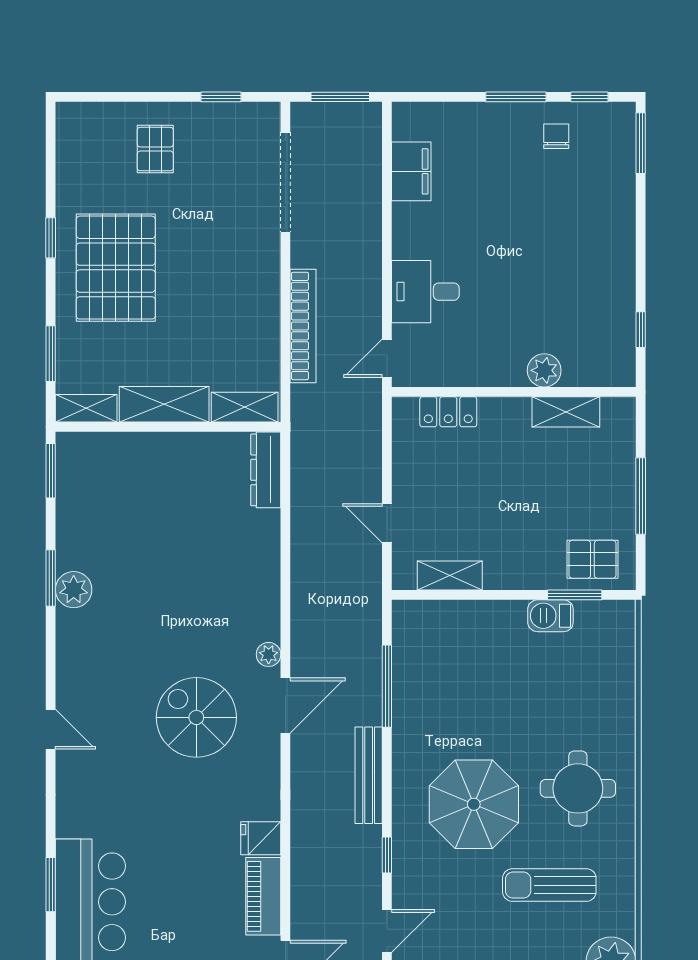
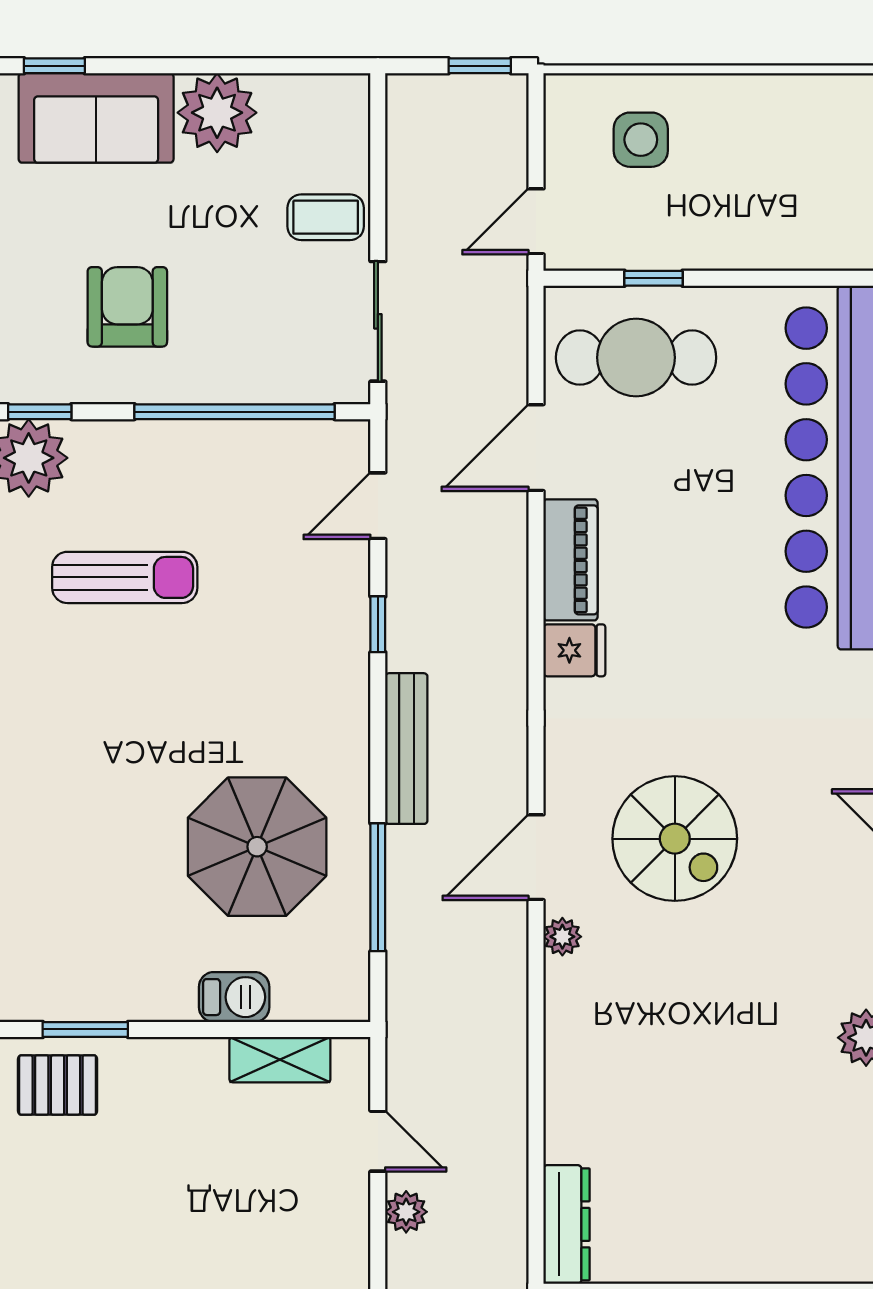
plant: (369, 478) -> (406, 1212), added
barbecue: (550, 616) -> (234, 997), moved
round table: (578, 788) -> (80, 728), removed
parasol: (474, 804) -> (257, 847), moved

